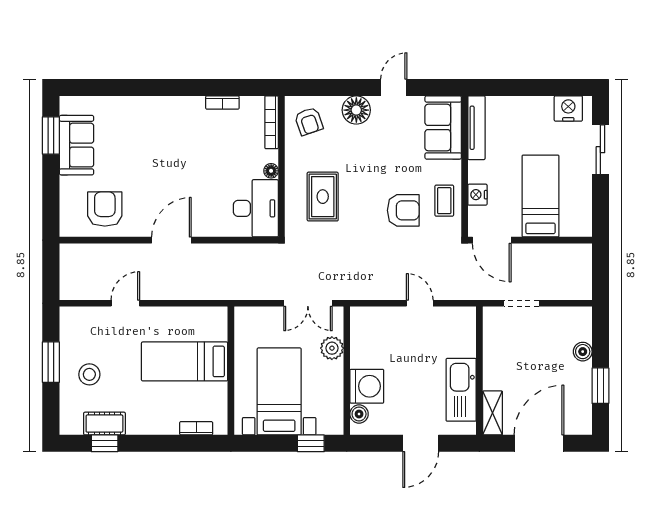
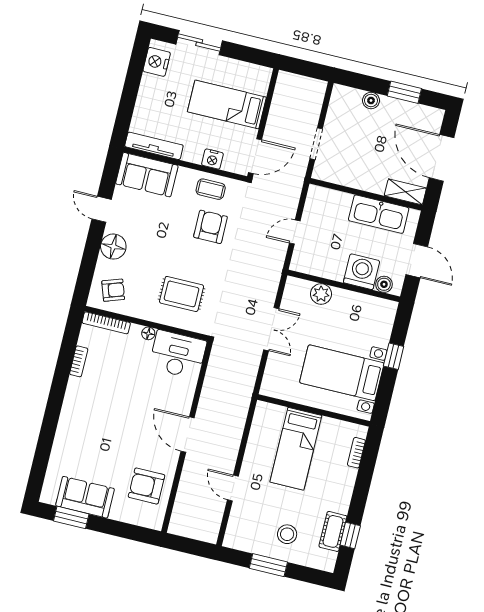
plant: (332, 348) -> (321, 294), moved
wall: (347, 371) -> (344, 286), moved
washing machine: (367, 386) -> (361, 272), moved
boiler: (359, 414) -> (384, 284), moved

